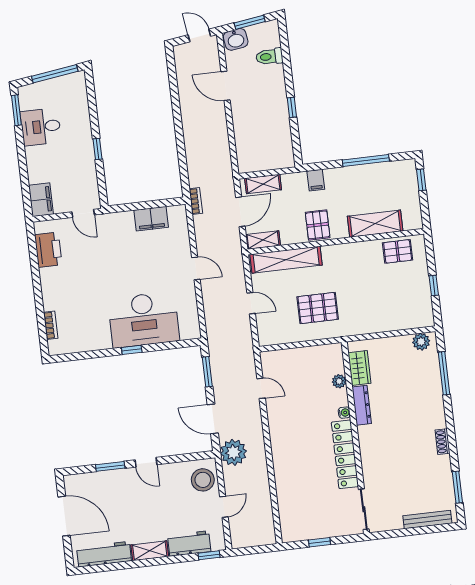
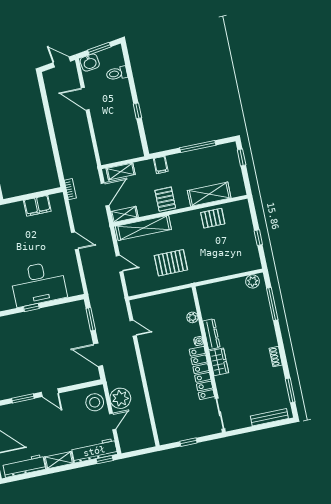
pallet: (398, 251) -> (213, 218), moved
wardrobe: (359, 368) -> (219, 362), moved
plant: (233, 452) -> (120, 398), moved
workbench: (189, 543) -> (94, 451), width x1.38

